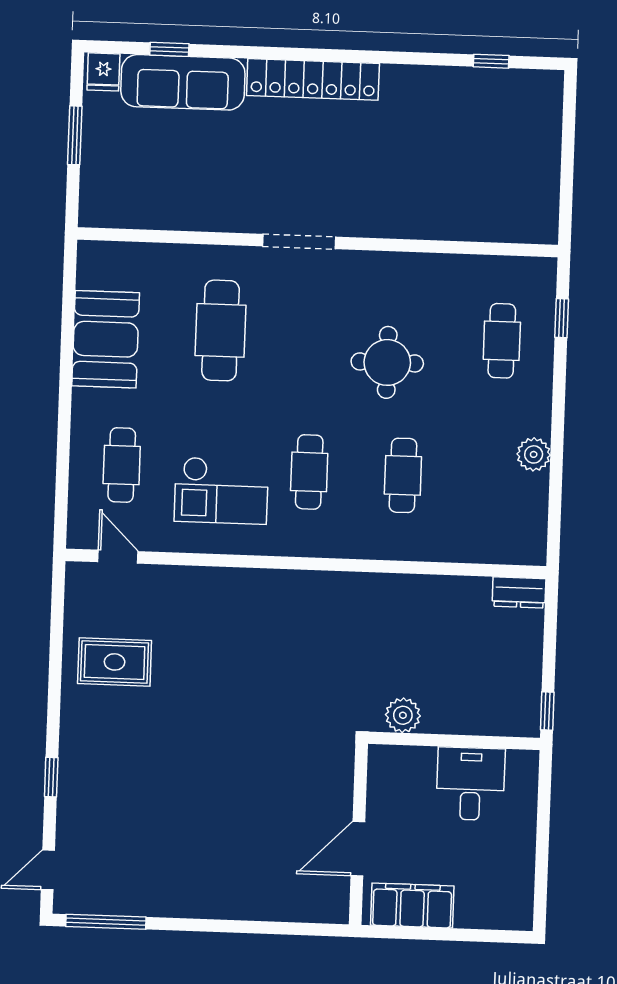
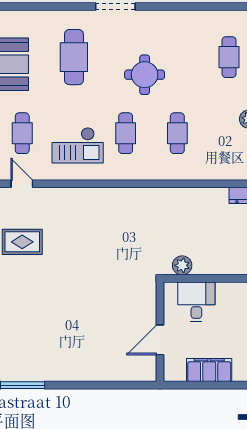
round table: (387, 362) -> (145, 75), moved
desk: (471, 784) -> (196, 302), moved
filing cabinet: (412, 906) -> (209, 370), moved

